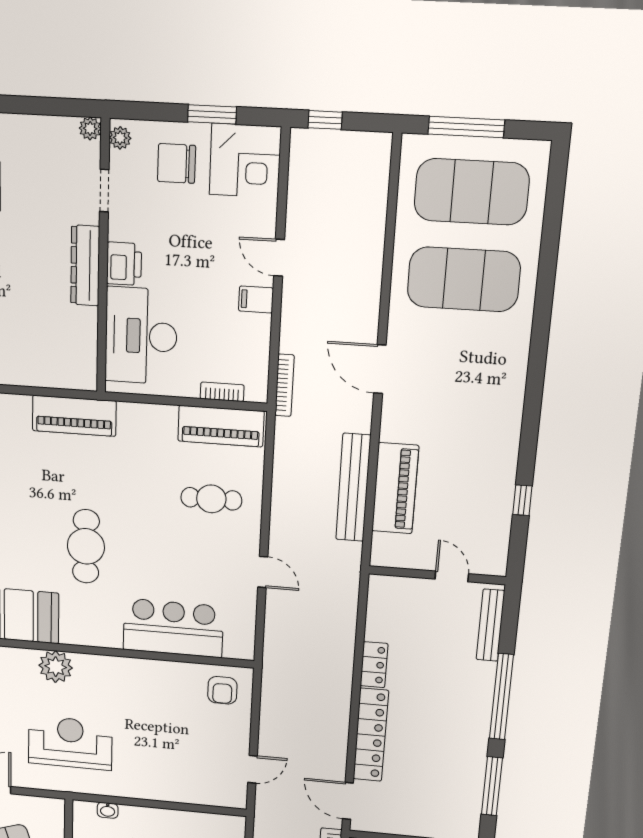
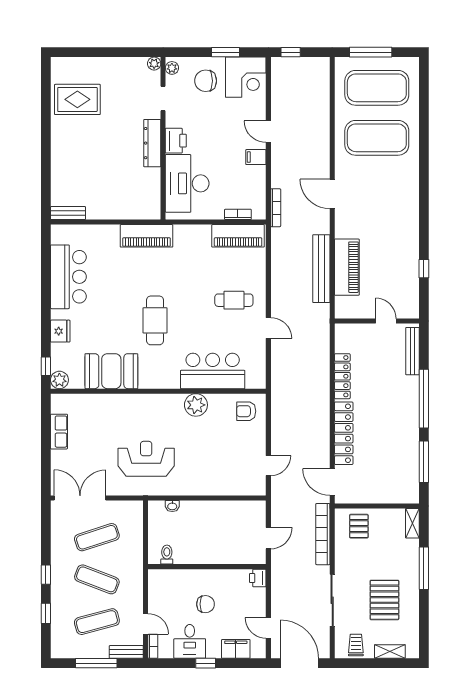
cafe table: (211, 499) -> (234, 300), moved
locker: (374, 665) -> (342, 376), width x1.53
plant: (56, 667) -> (196, 405), moved
armchair: (222, 690) -> (246, 411), turned 90

